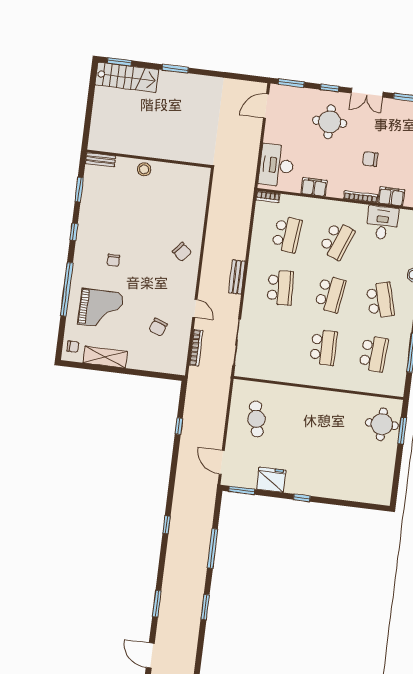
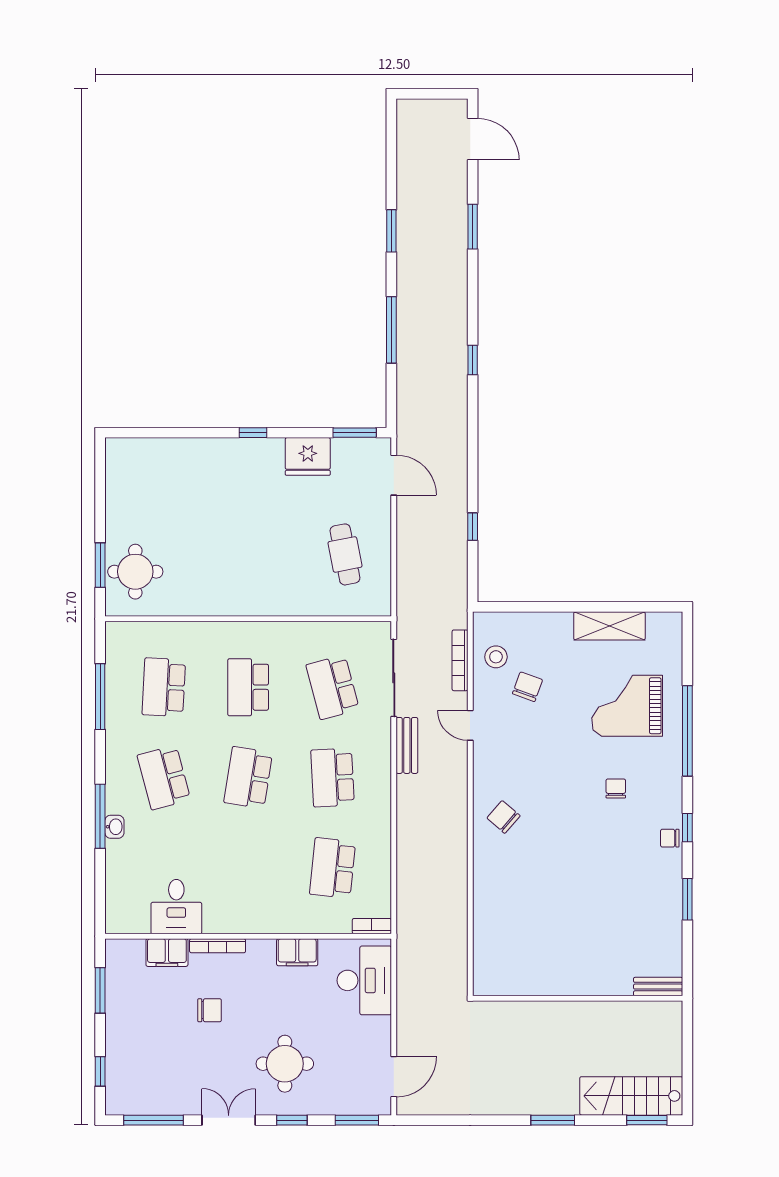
wall: (149, 159) -> (578, 998), moved
bench: (100, 160) -> (658, 987), moved
stool: (144, 169) -> (496, 657), moved
school desk: (337, 240) -> (333, 687), moved, turned -36
bench: (237, 277) -> (407, 745), moved
chair: (73, 347) -> (670, 838), moved

